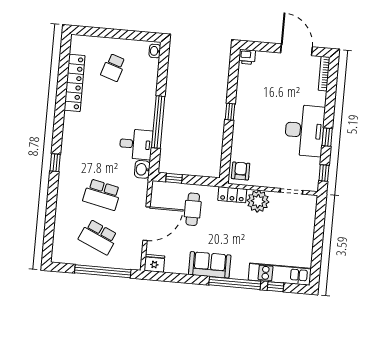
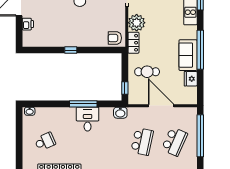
printer: (247, 57) -> (28, 24), moved
school desk: (113, 67) -> (45, 142), turned -42
window: (158, 122) -> (83, 104), width x0.68
desk: (136, 144) -> (88, 119), moved
fridge: (154, 263) -> (191, 79), moved
window: (235, 283) -> (200, 50), moved

